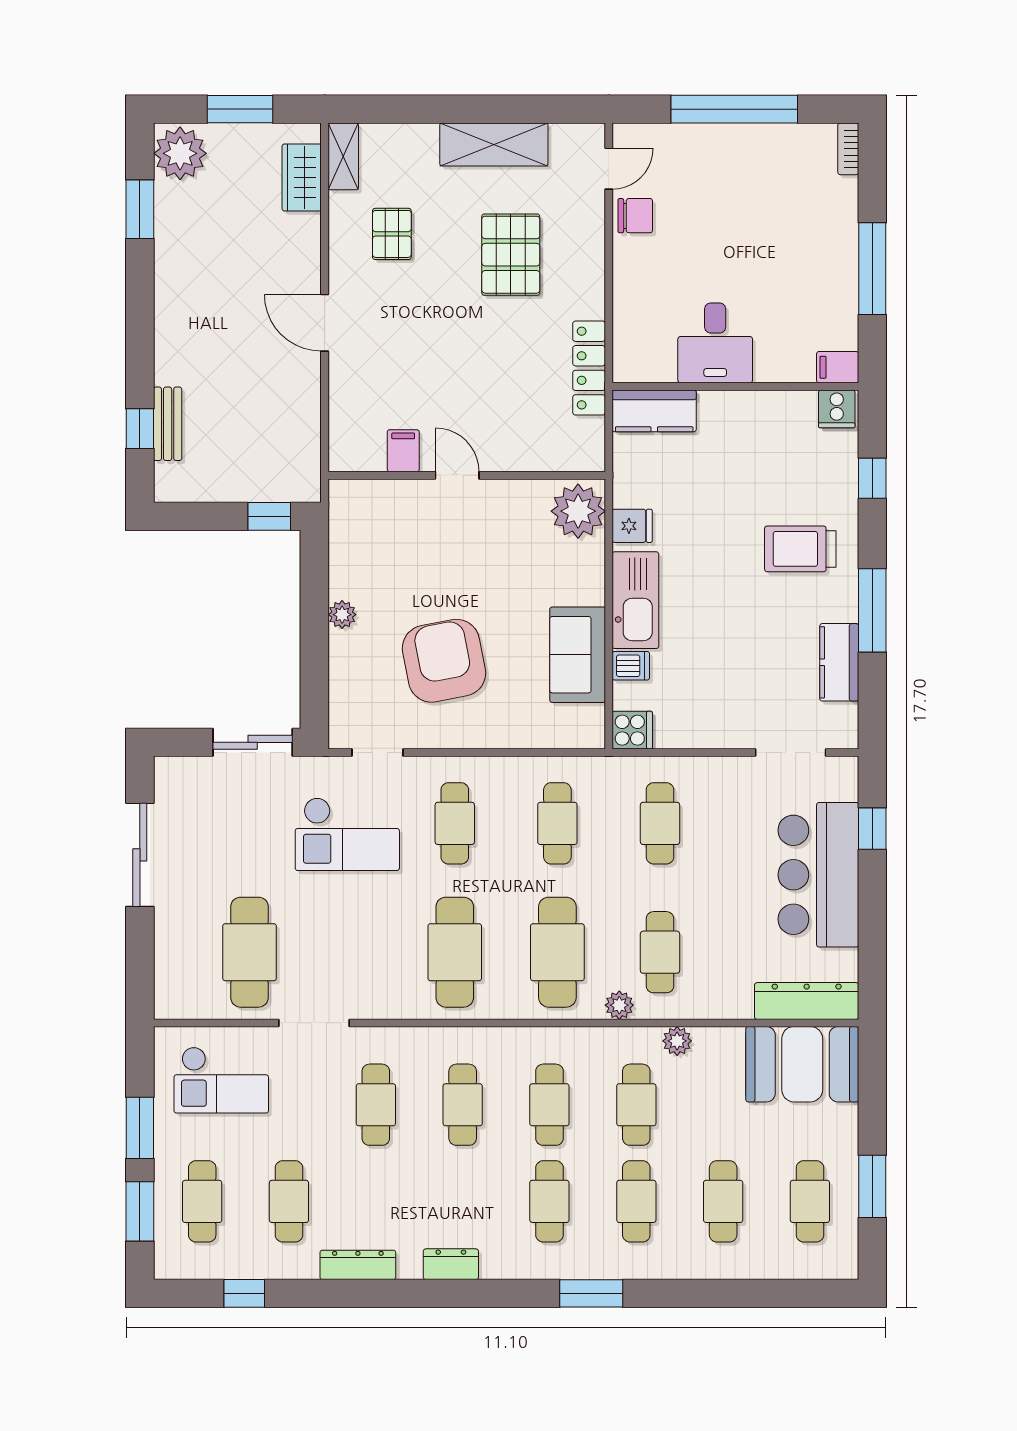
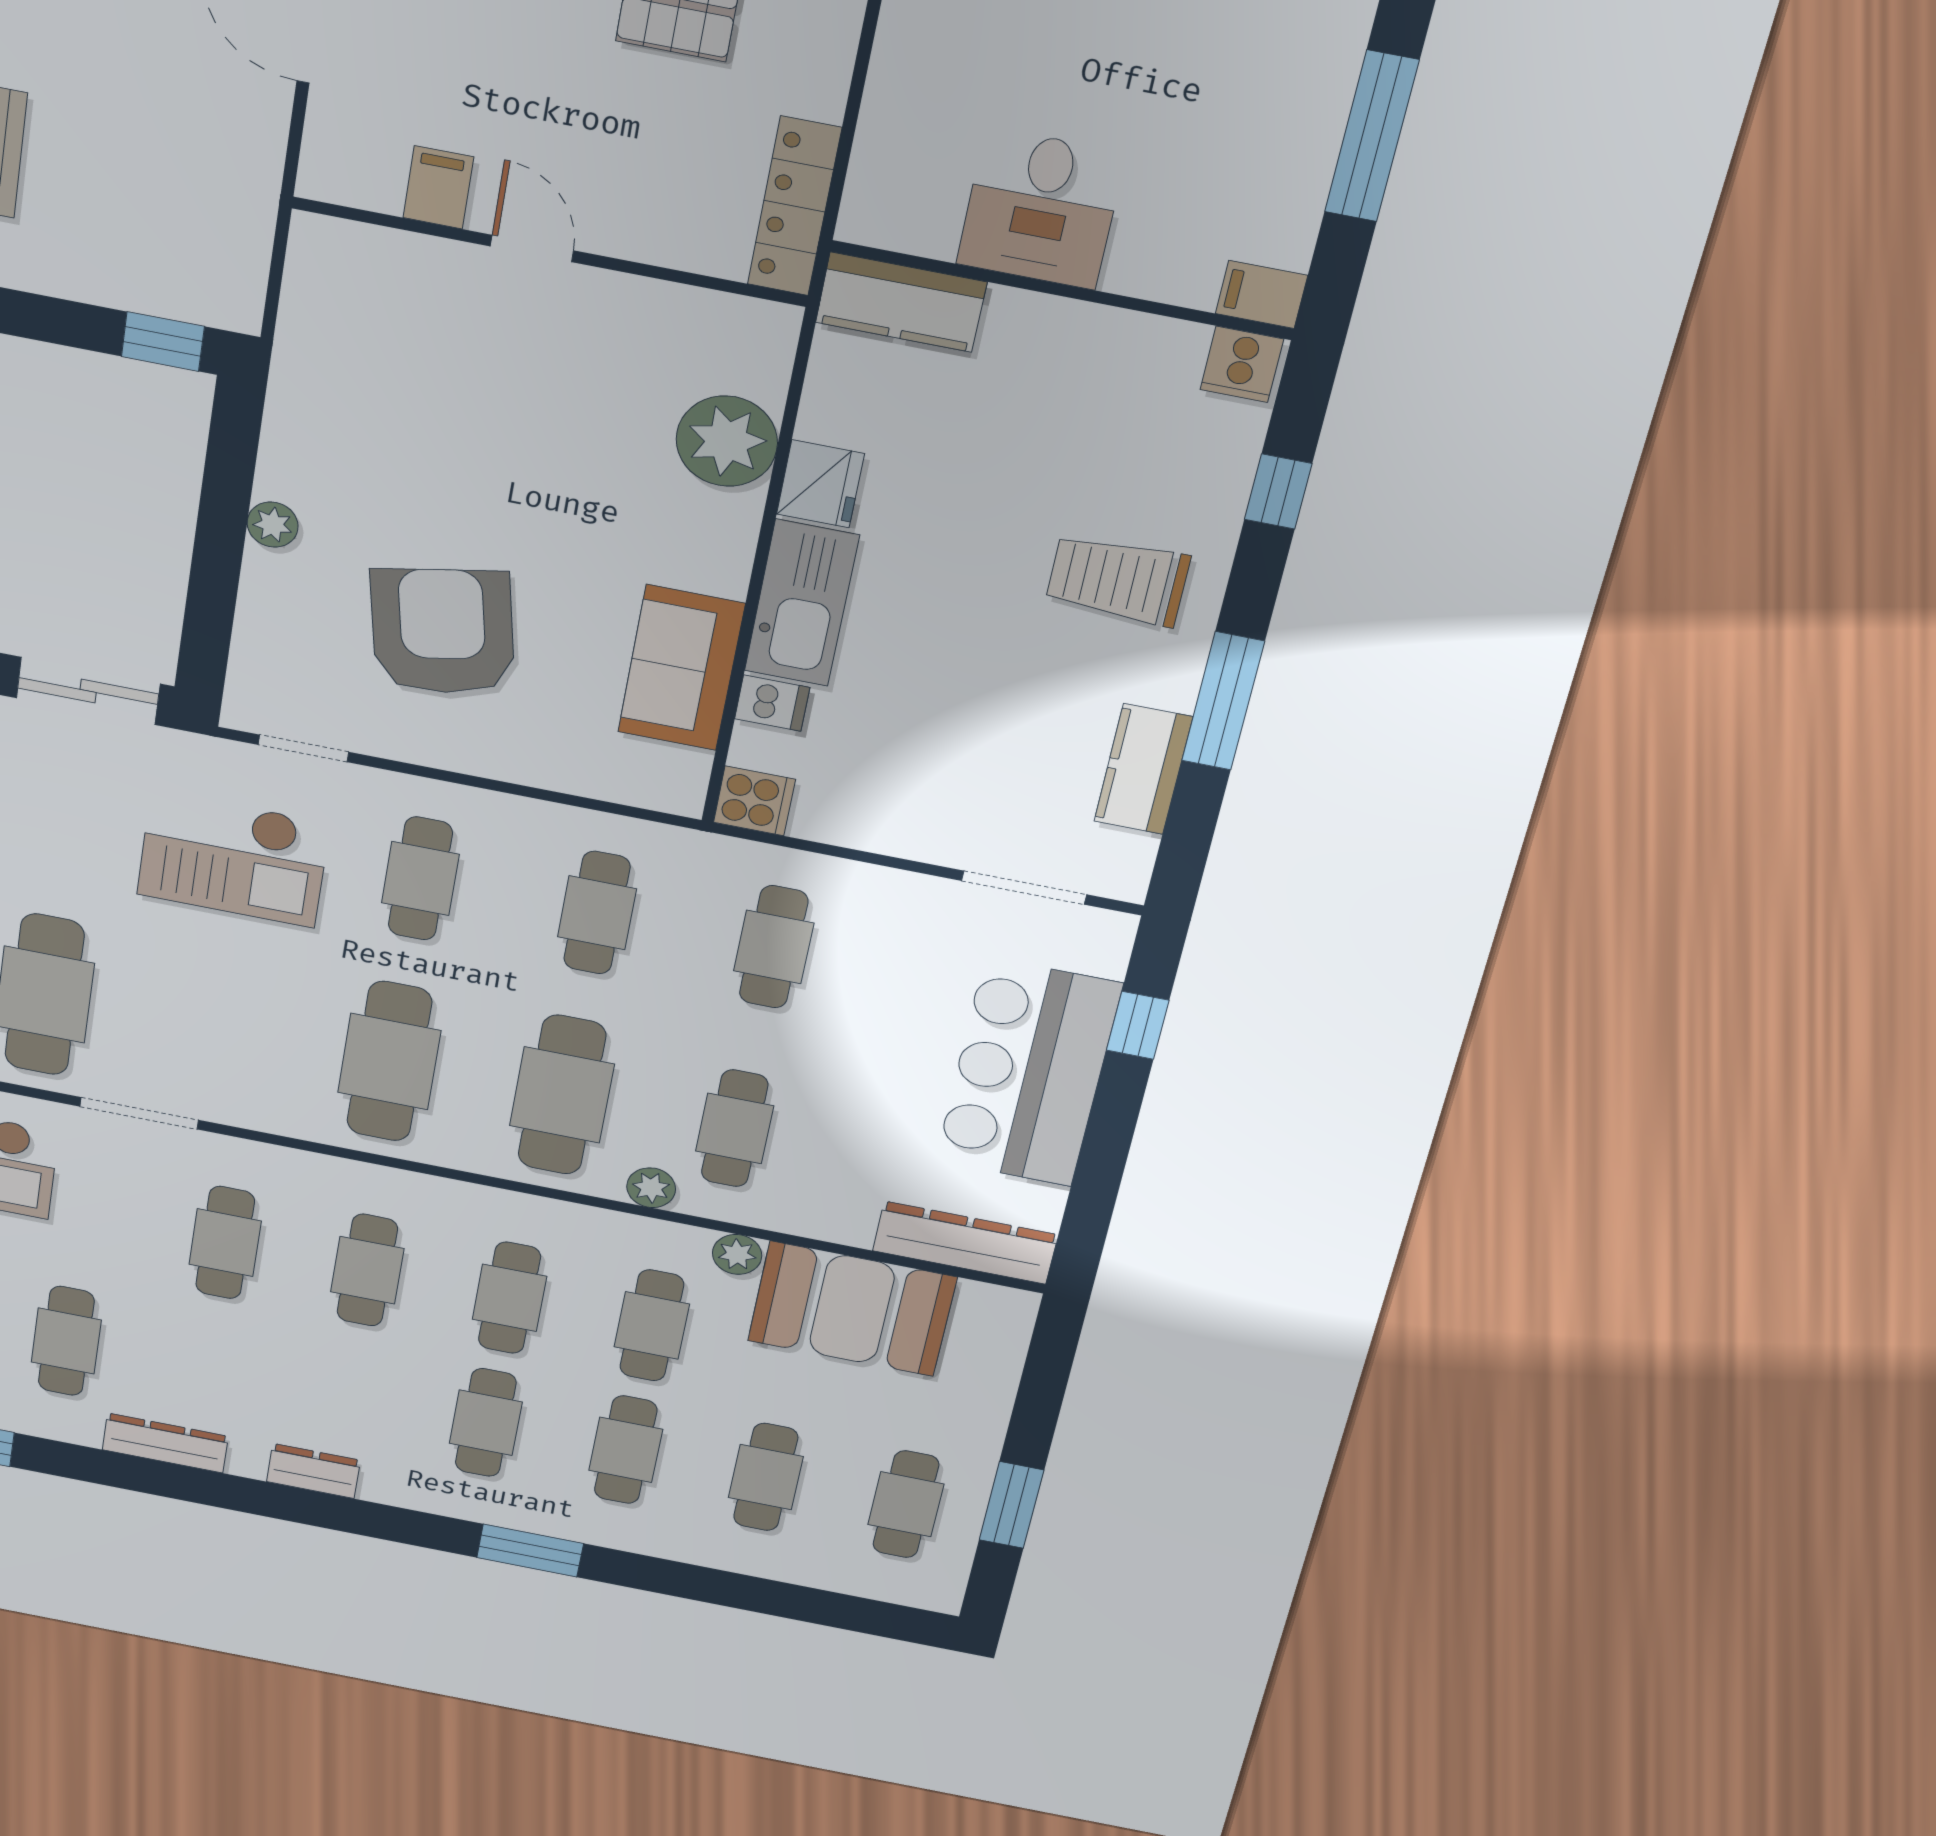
filing cabinet: (403, 451) -> (438, 187), moved
door: (457, 475) -> (532, 248), moved
wall: (467, 475) -> (550, 252), moved
fridge: (632, 526) -> (820, 484), width x1.38
booth: (802, 1064) -> (852, 1309), moved

